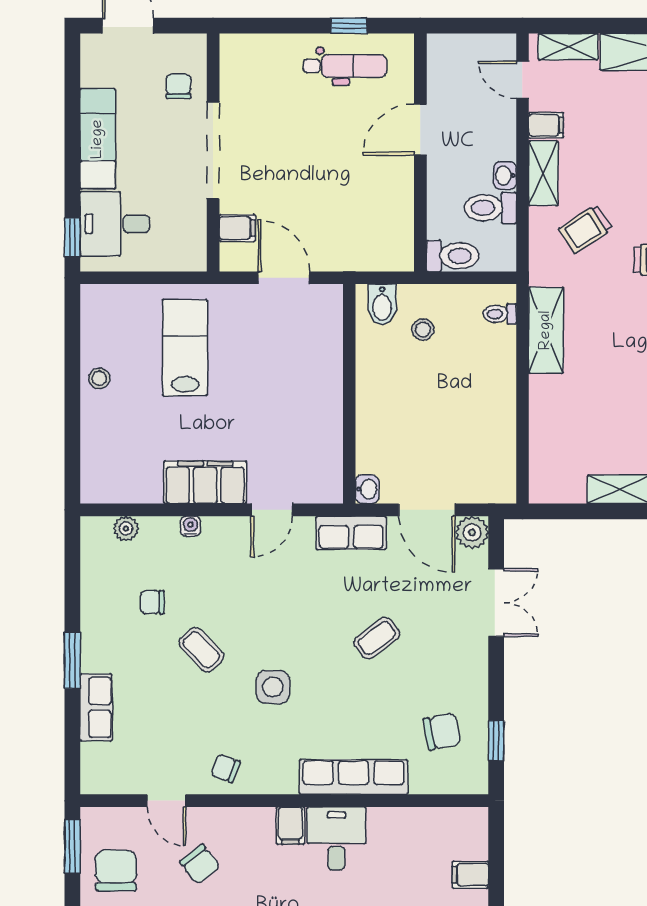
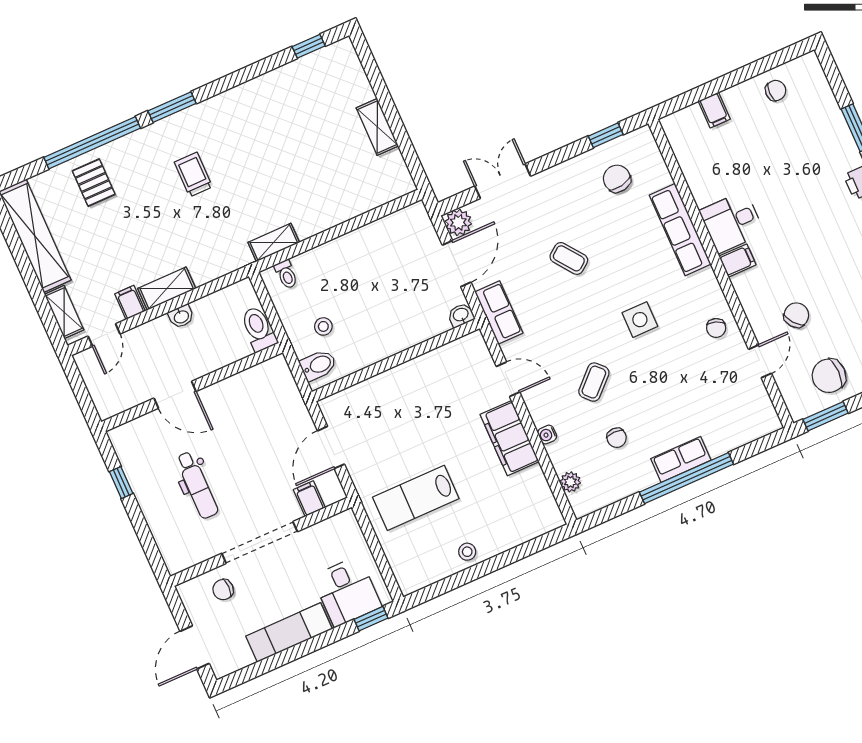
dental chair: (345, 66) -> (197, 485), moved, turned 180
toilet: (490, 208) -> (210, 317), removed
trolley: (586, 229) -> (194, 238), removed
shelving: (546, 330) -> (274, 242), width x0.67, depth x0.75
coffee table: (201, 650) -> (594, 382), moved
window: (72, 660) -> (686, 478), width x2.11
row of seats: (96, 707) -> (681, 459), moved

